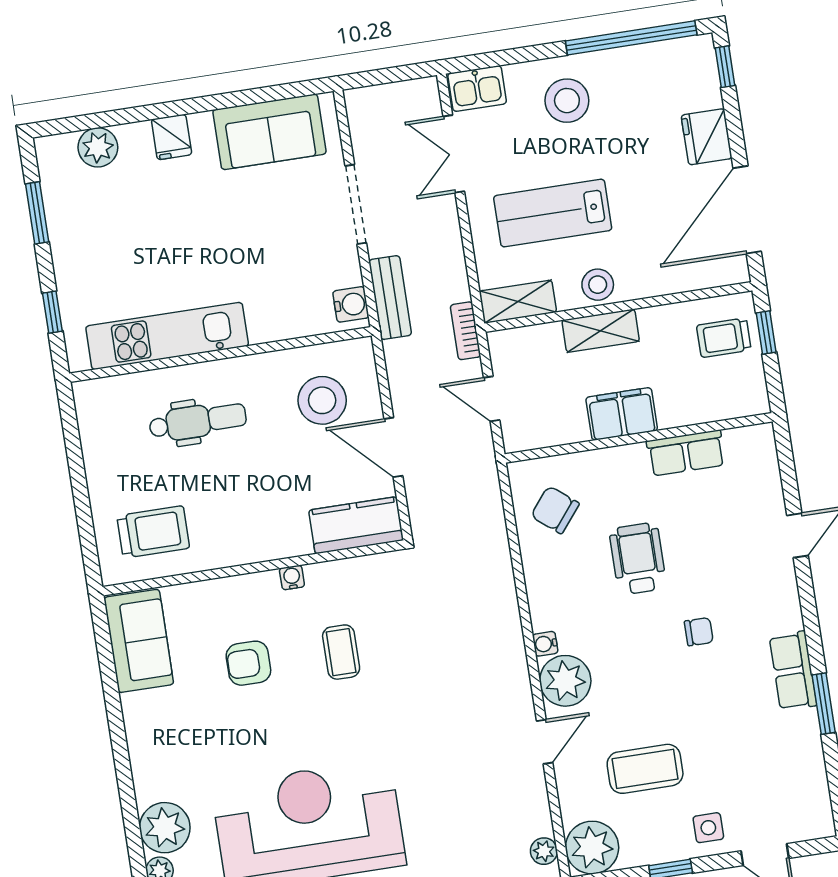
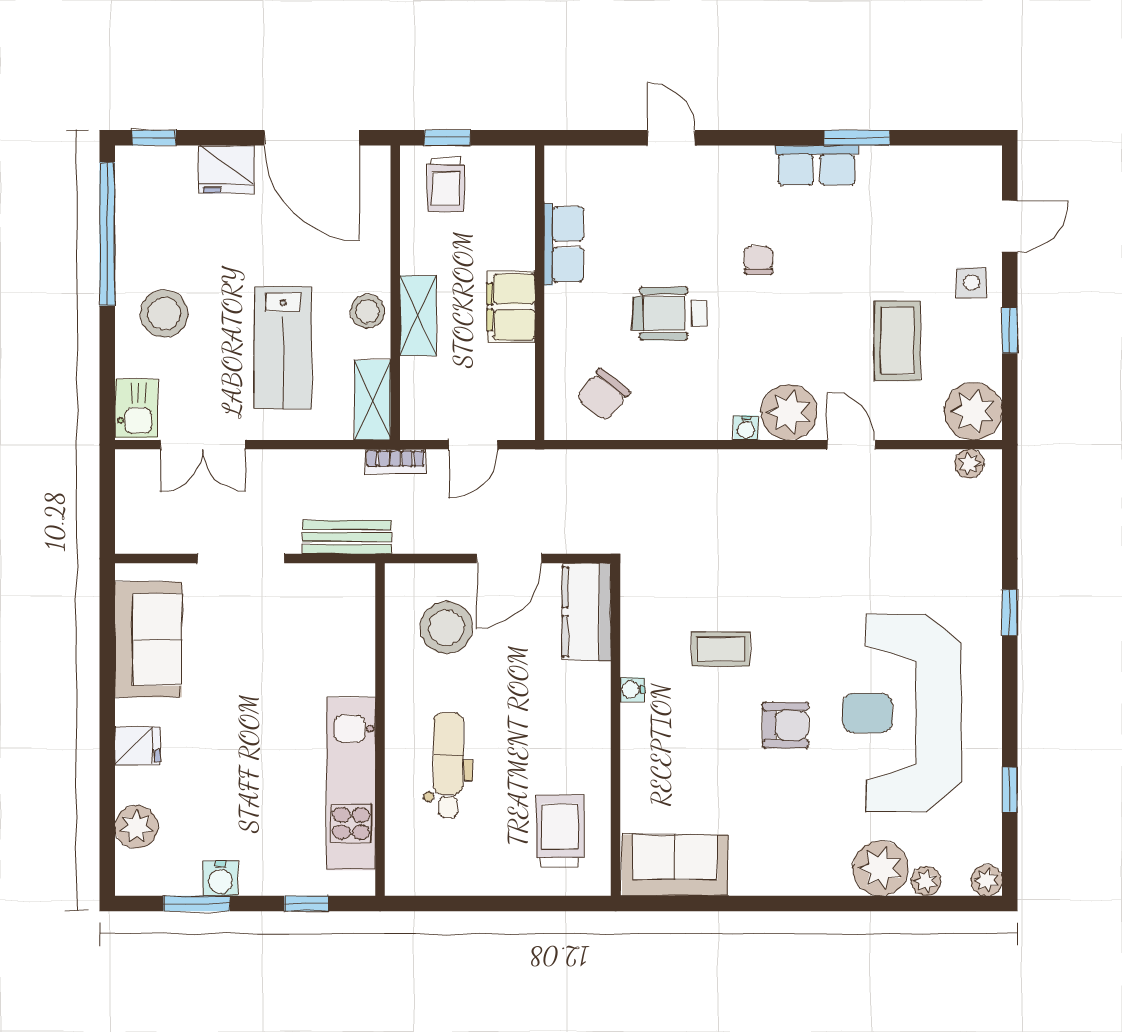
water cooler: (351, 304) -> (220, 878), moved, turned 180
armchair: (248, 663) -> (786, 725), moved, turned -90

